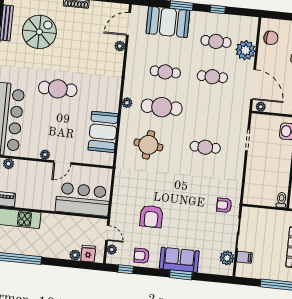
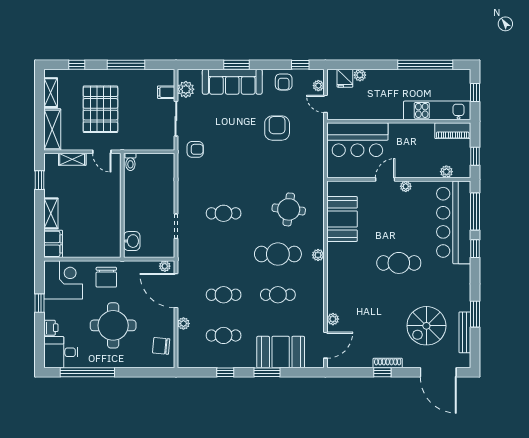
plant: (245, 50) -> (183, 324), width x0.53, depth x0.53
armchair: (142, 256) -> (284, 82), turned 90
sofa: (179, 260) -> (232, 82), width x1.36

